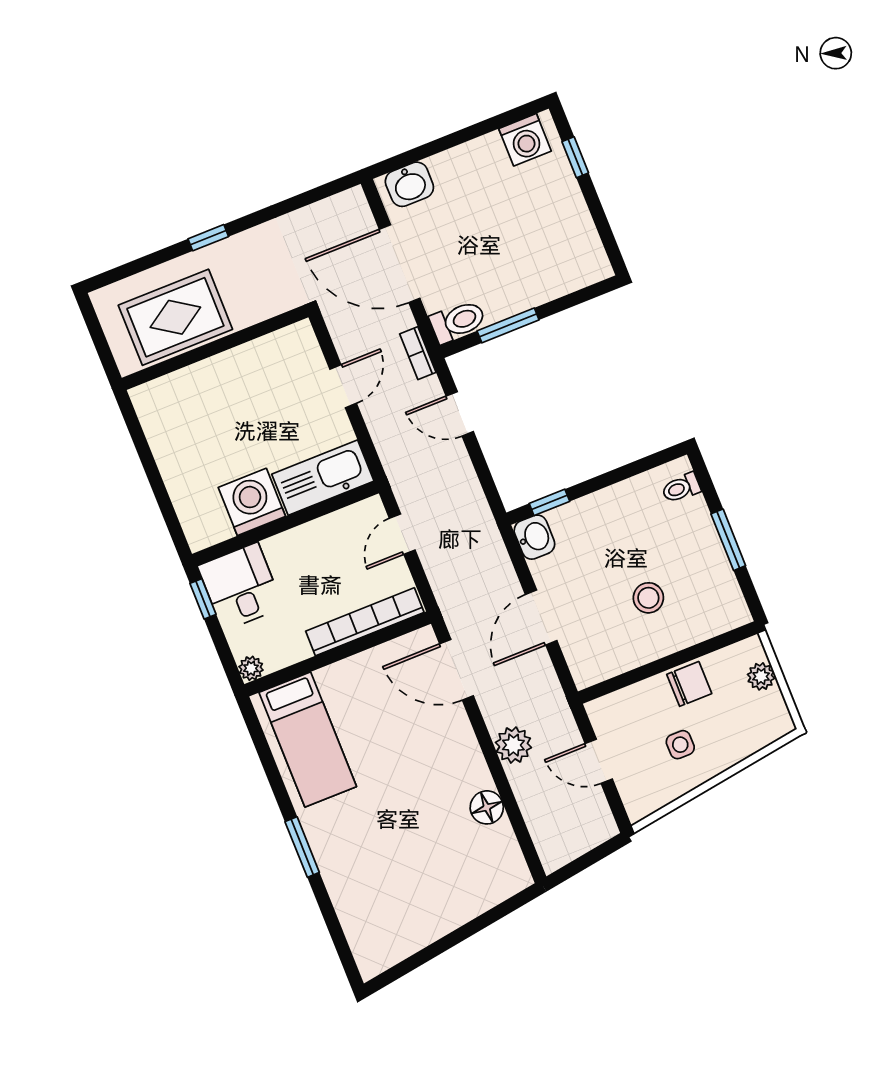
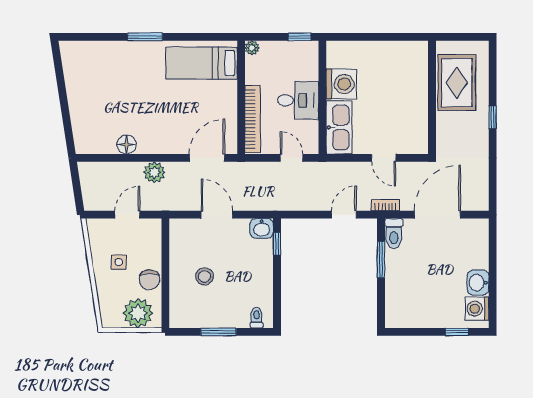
washbasin: (409, 184) -> (478, 283), moved
desk: (240, 587) -> (298, 100), moved
plant: (761, 676) -> (138, 313), width x1.88, depth x1.88

